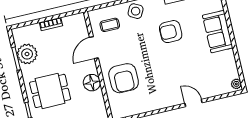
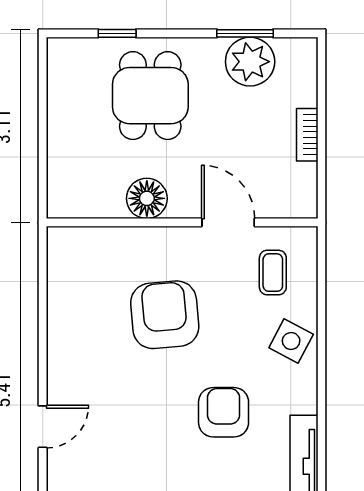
armchair: (124, 78) -> (165, 315), moved, turned 85

